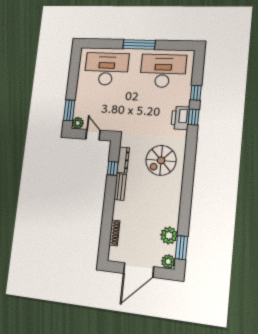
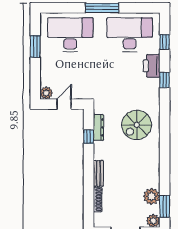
window: (196, 93) -> (165, 42), moved
window: (69, 110) -> (35, 47), moved
printer: (180, 118) -> (152, 66), moved
door: (93, 135) -> (64, 104), hinge flipped
bench: (120, 187) -> (98, 173), moved

